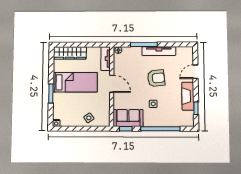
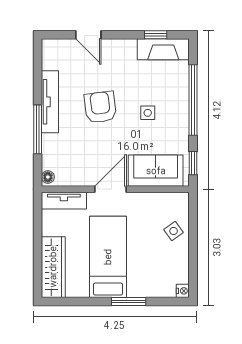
fireplace: (188, 96) -> (163, 49), moved
sofa: (128, 118) -> (156, 171), moved, turned 90

